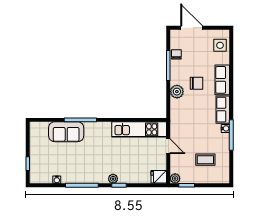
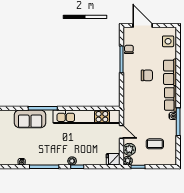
plant: (177, 92) -> (129, 149), moved
kitchen unit: (139, 129) -> (87, 117), width x1.36

